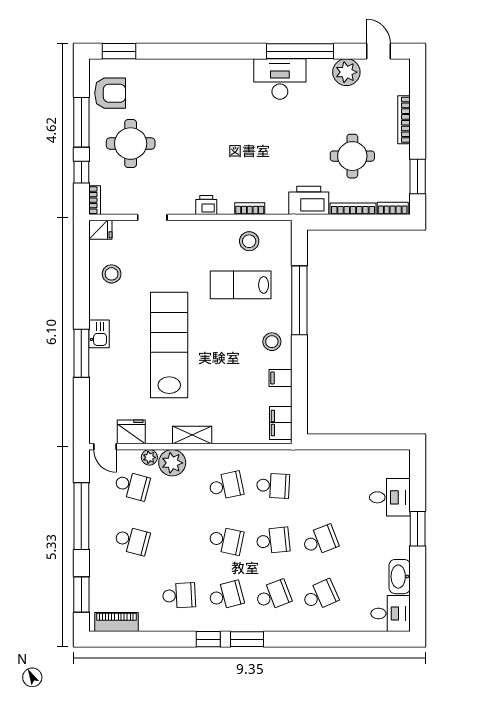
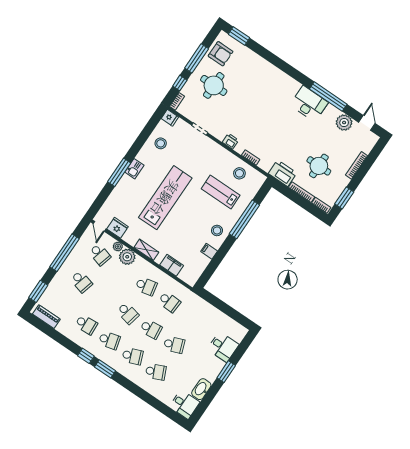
filing cabinet: (281, 423) -> (172, 265), moved, turned 90

